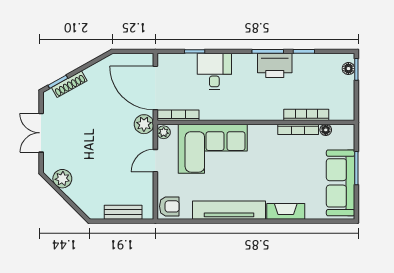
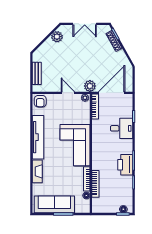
double door: (41, 133) -> (85, 24), swing flipped
corner sofa: (213, 149) -> (75, 145), moved

